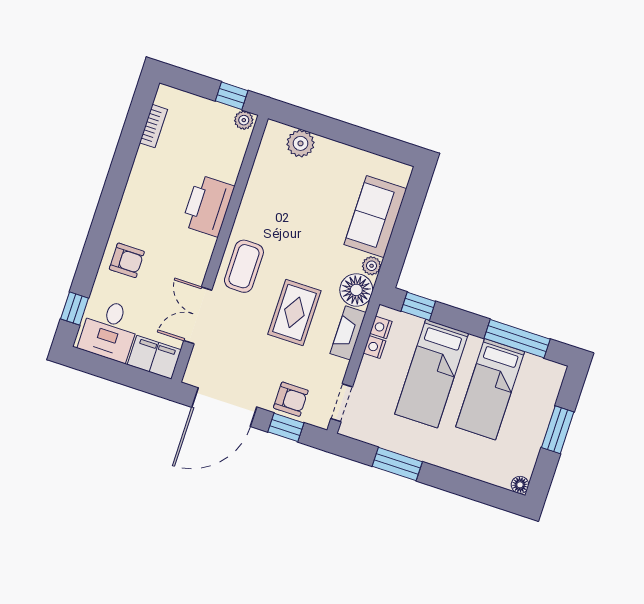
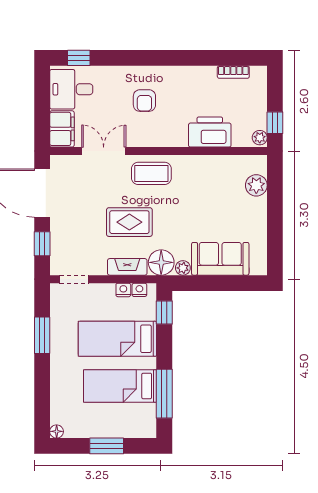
printer: (208, 206) -> (210, 132), moved
armchair: (127, 260) -> (144, 101), moved
armchair: (291, 399) -> (64, 241), removed

